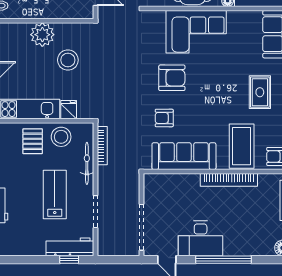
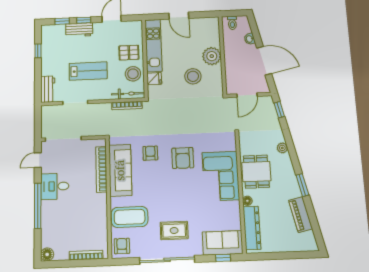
bicycle: (87, 163) -> (128, 94), moved
bookcase: (229, 180) -> (101, 169), moved
desk: (201, 238) -> (55, 186), width x0.73
workbench: (70, 247) -> (48, 89), width x0.73
window: (69, 260) -> (38, 51), moved

